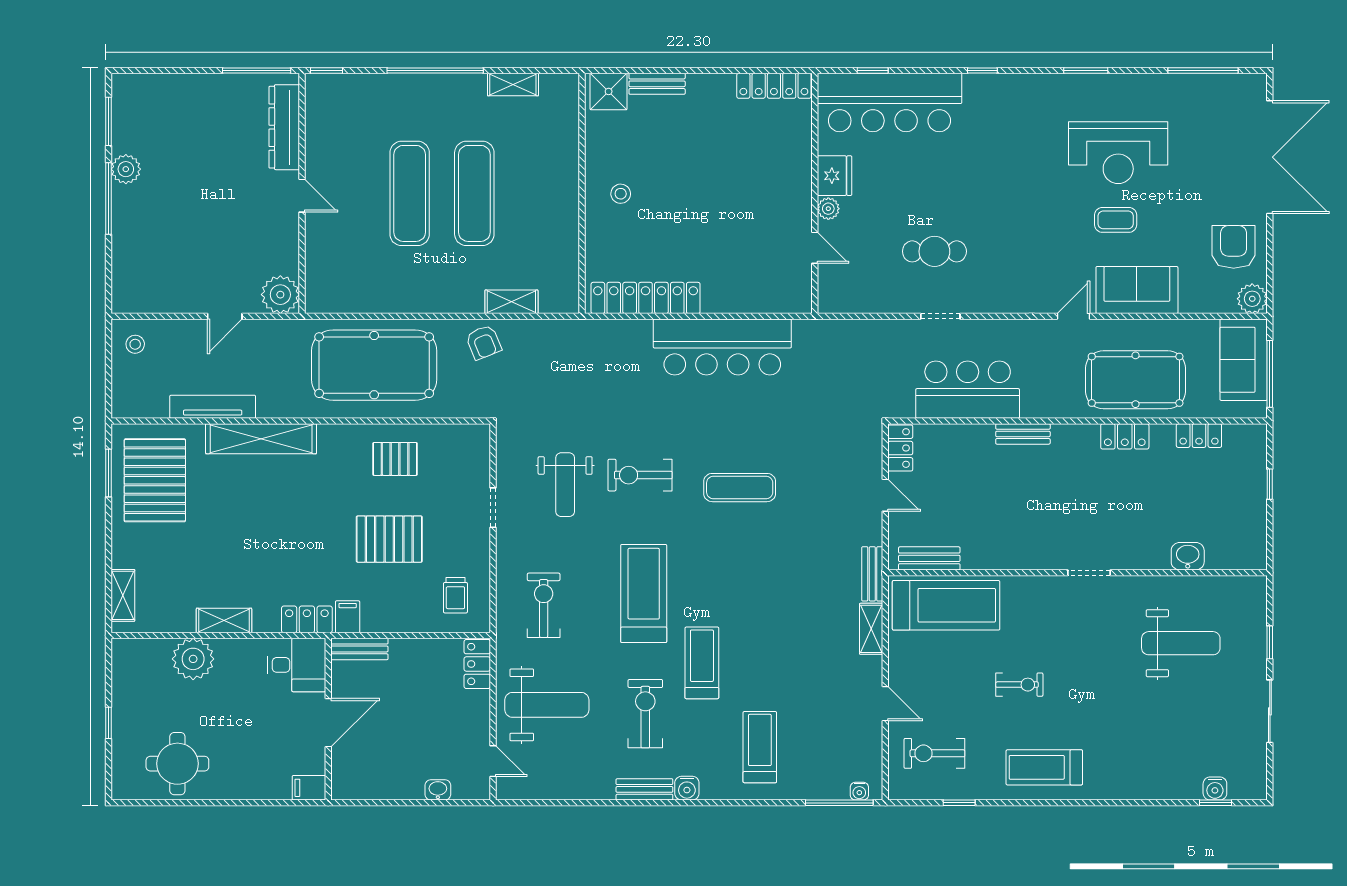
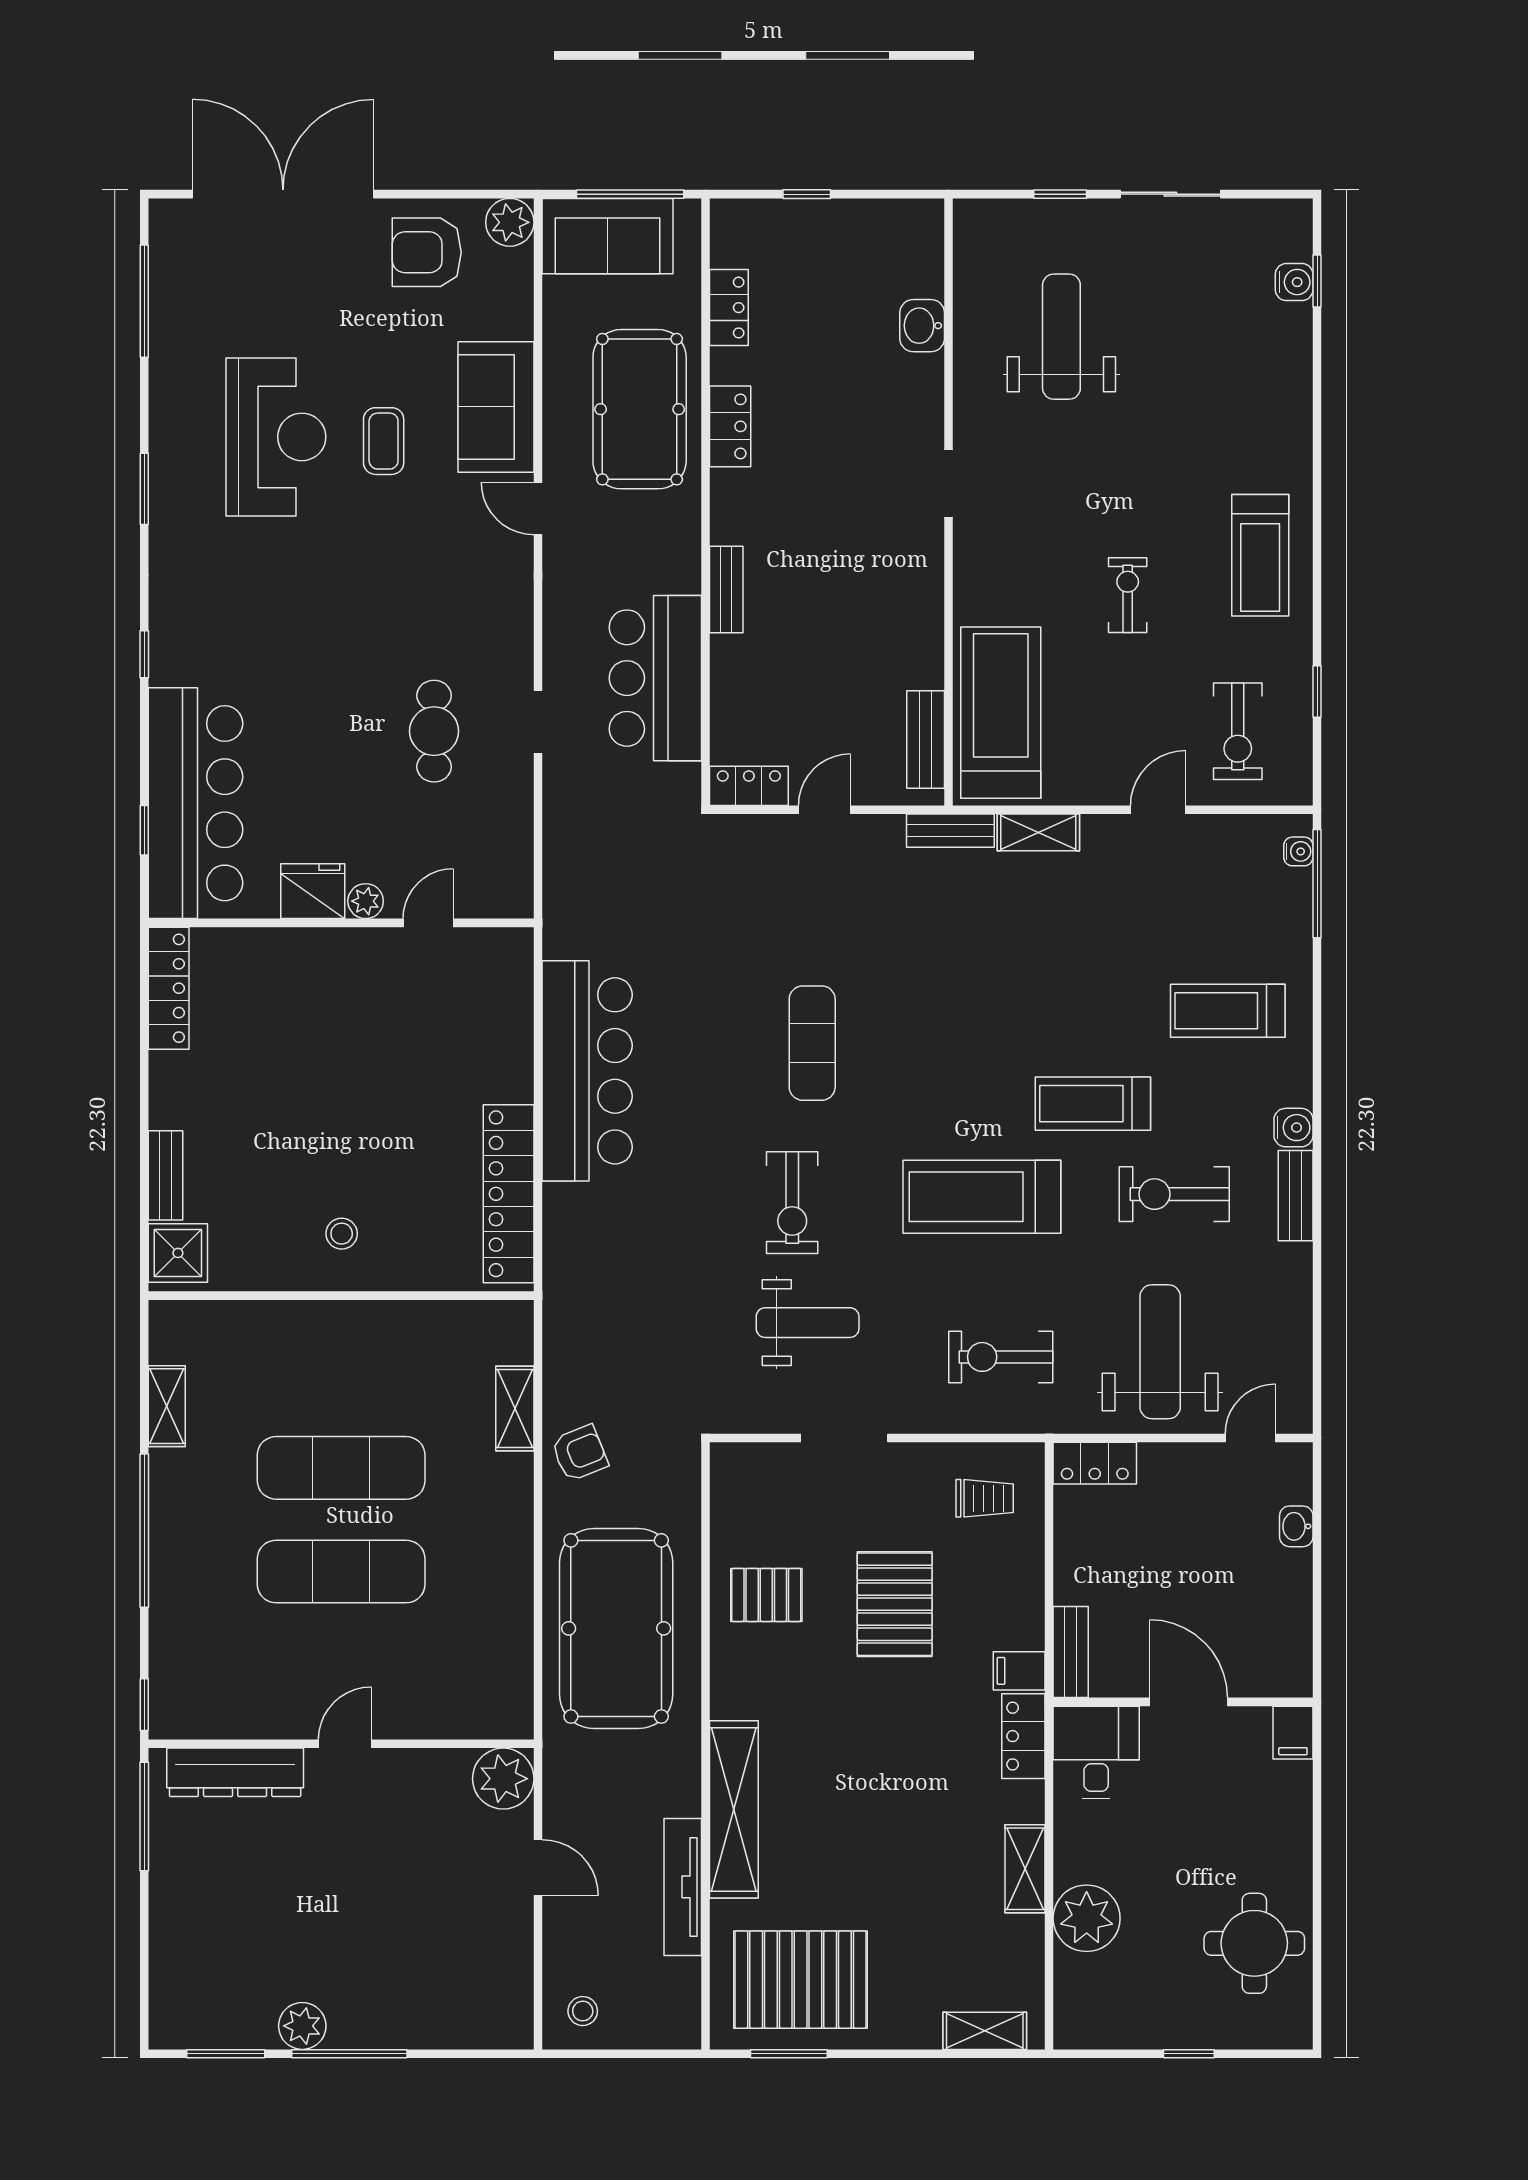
pallet: (395, 459) -> (766, 1595), turned 90
doorway: (493, 508) -> (844, 1438), width x1.38

